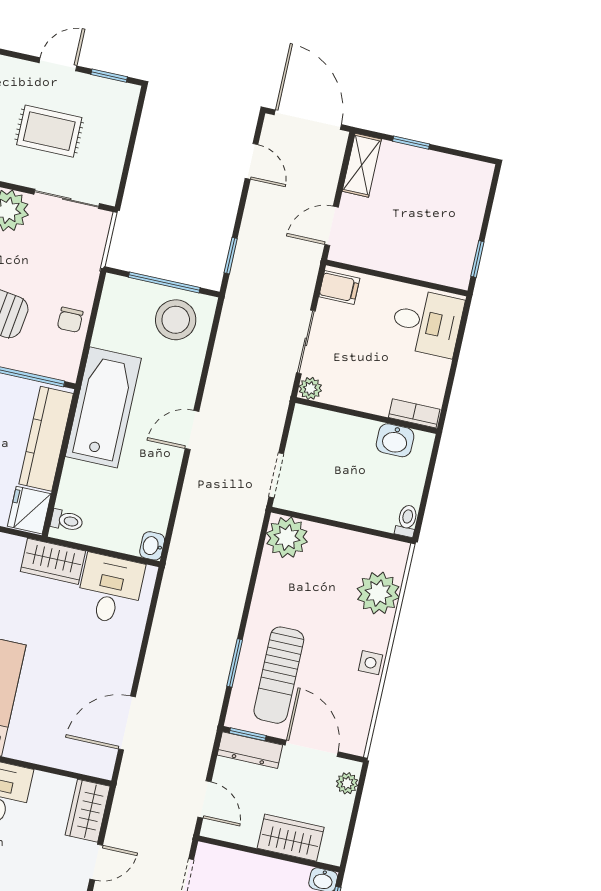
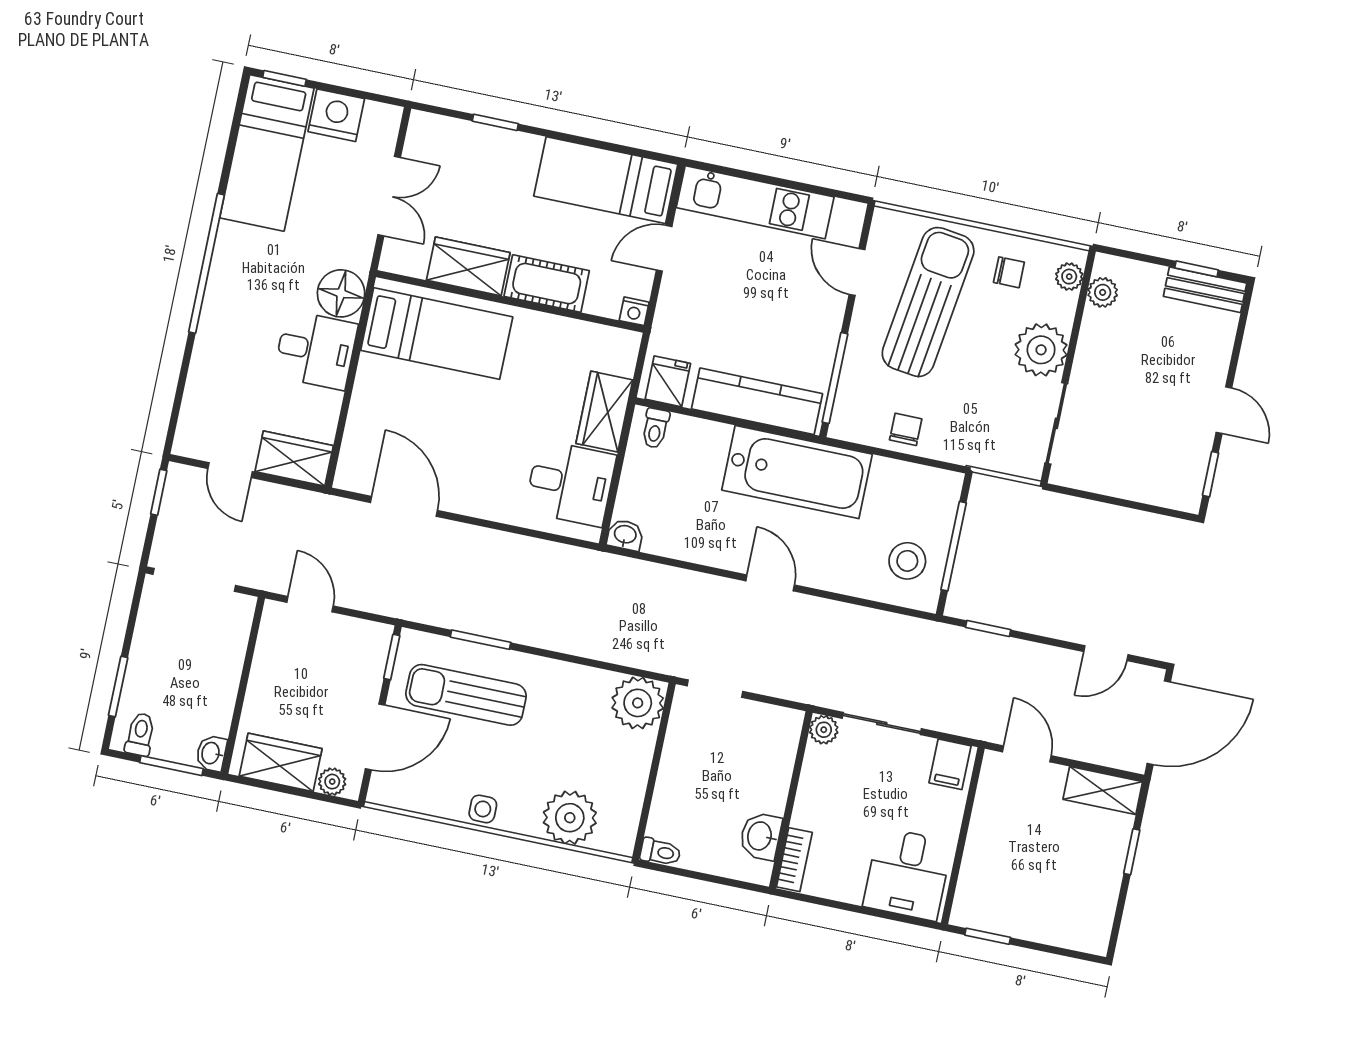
rug: (49, 131) -> (1141, 400), removed
chair: (70, 320) -> (906, 429), turned 90
stool: (176, 320) -> (907, 561), width x0.73, depth x0.73
fridge: (29, 510) -> (668, 381), width x0.72
dresser: (250, 750) -> (372, 660), removed
door: (204, 799) -> (310, 604), swing flipped
wardrobe: (291, 838) -> (281, 762), moved, turned -90

